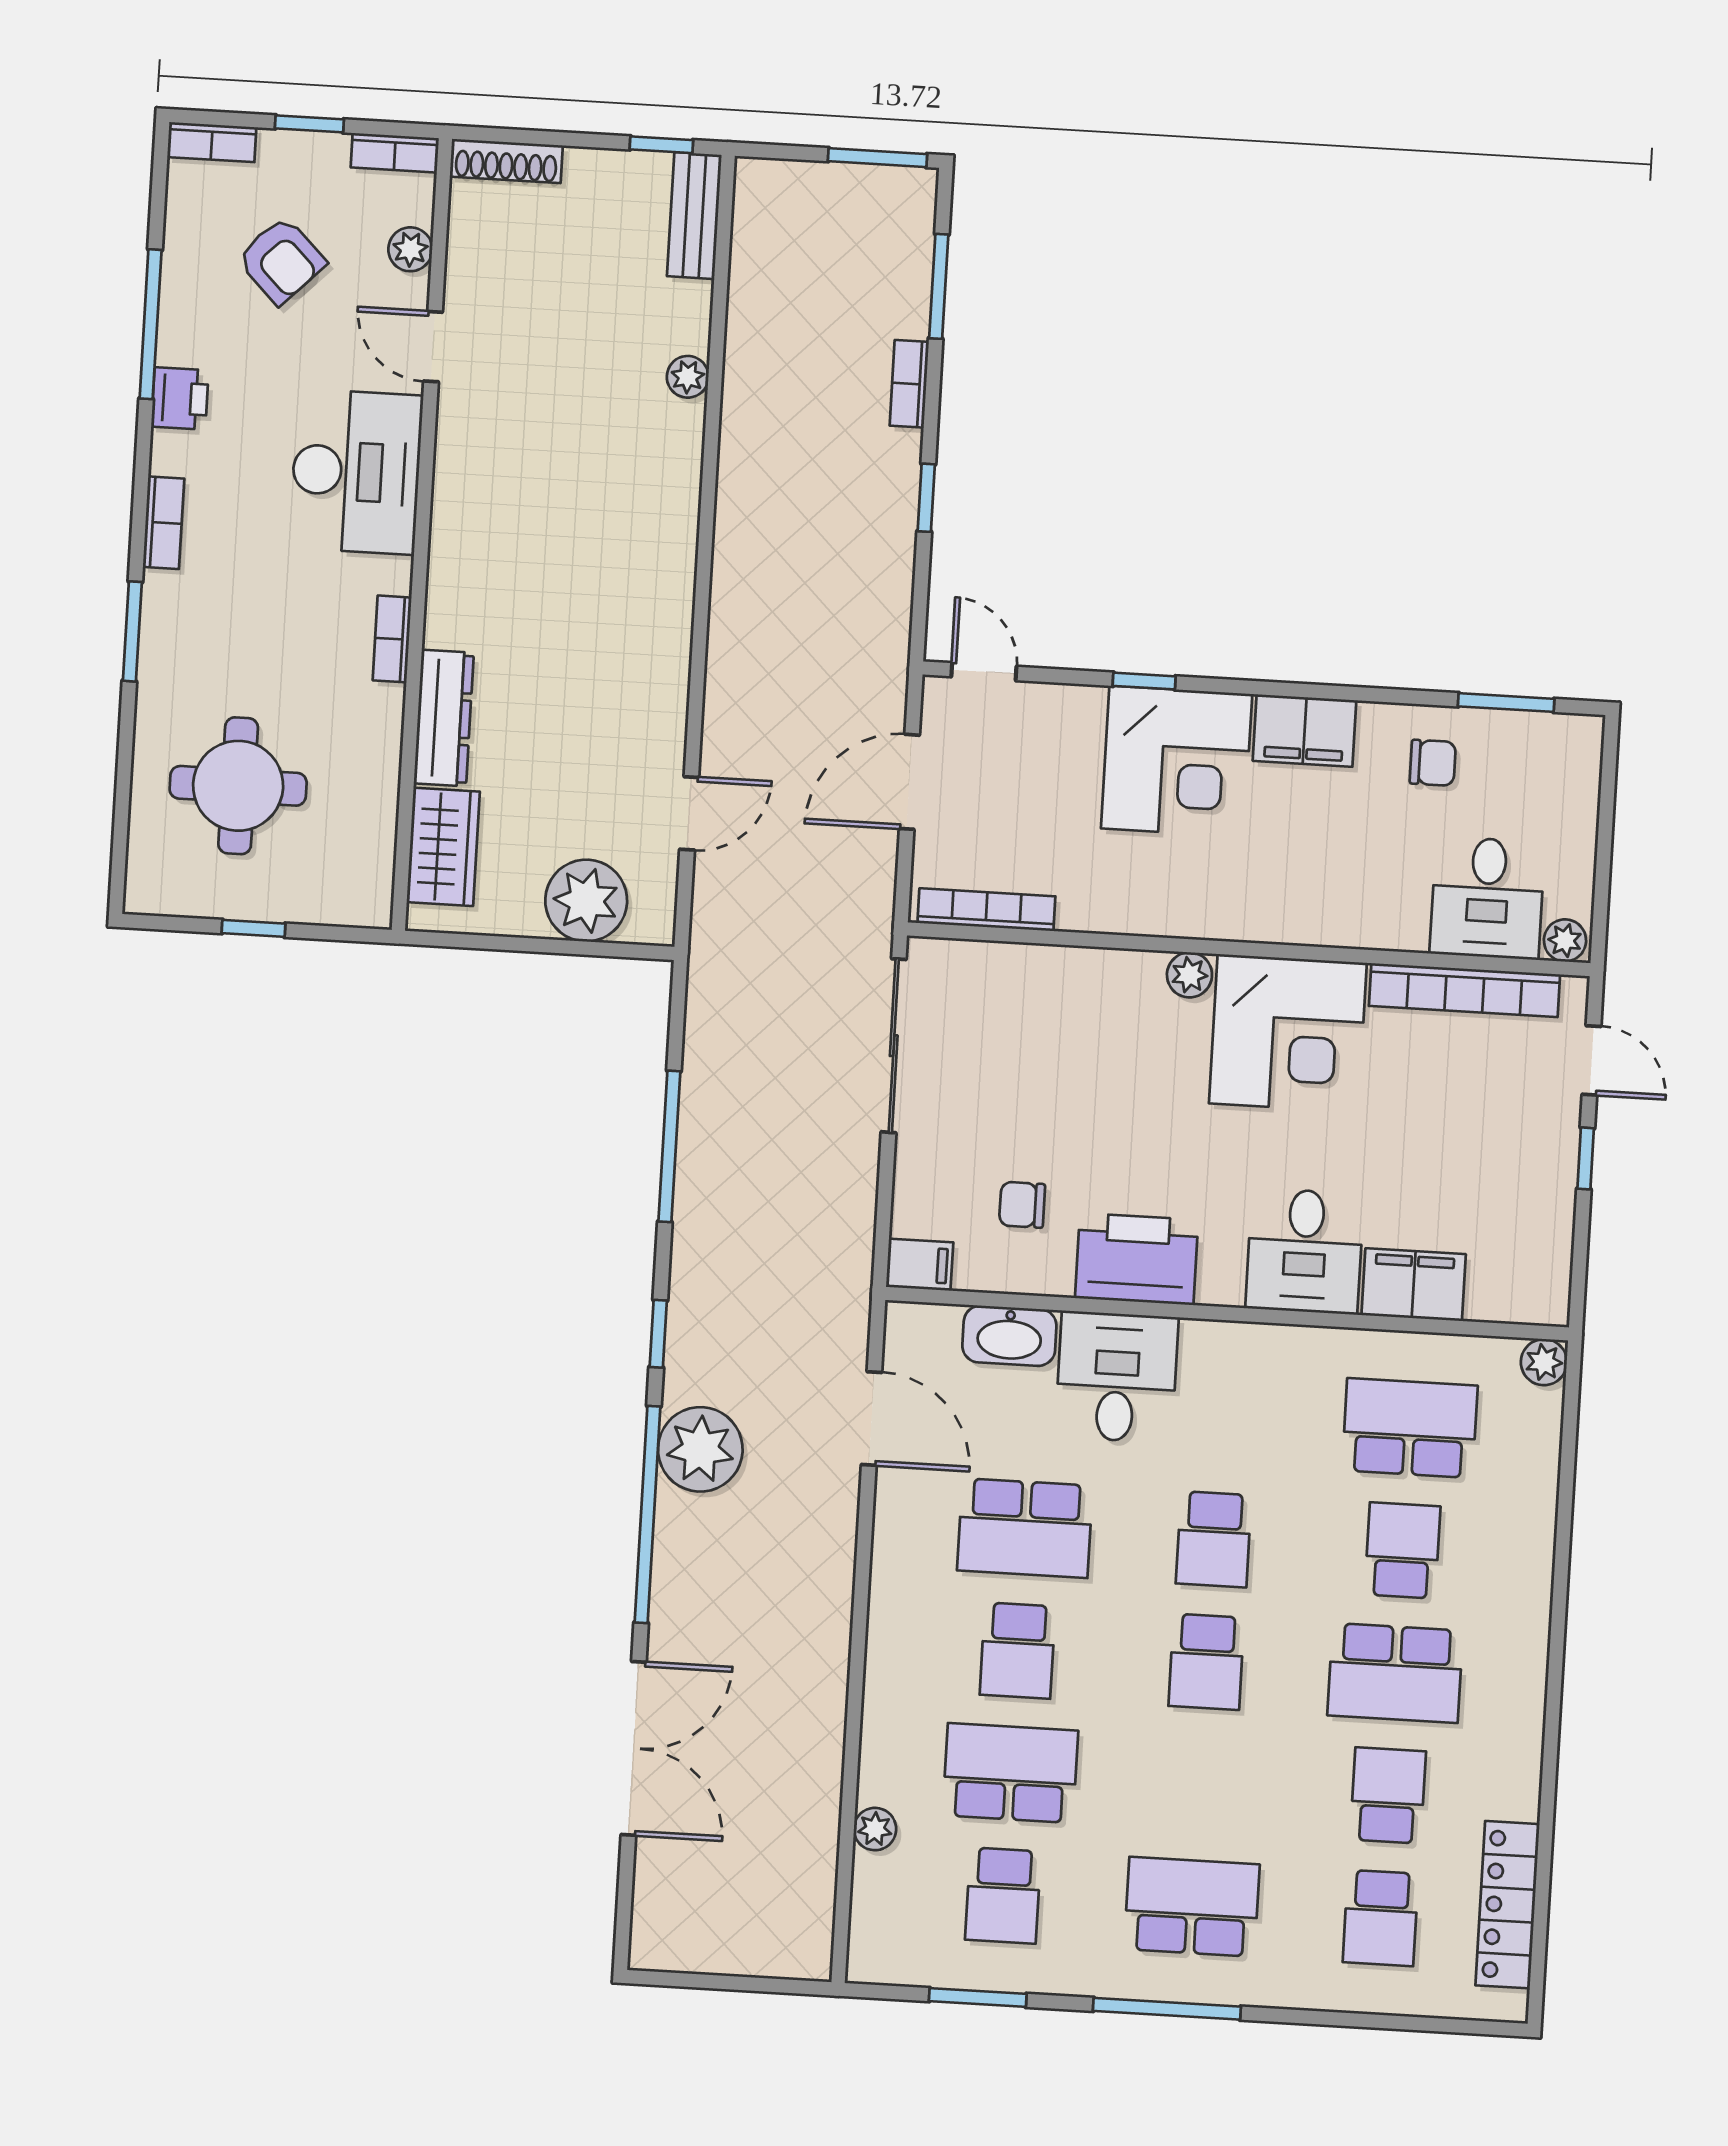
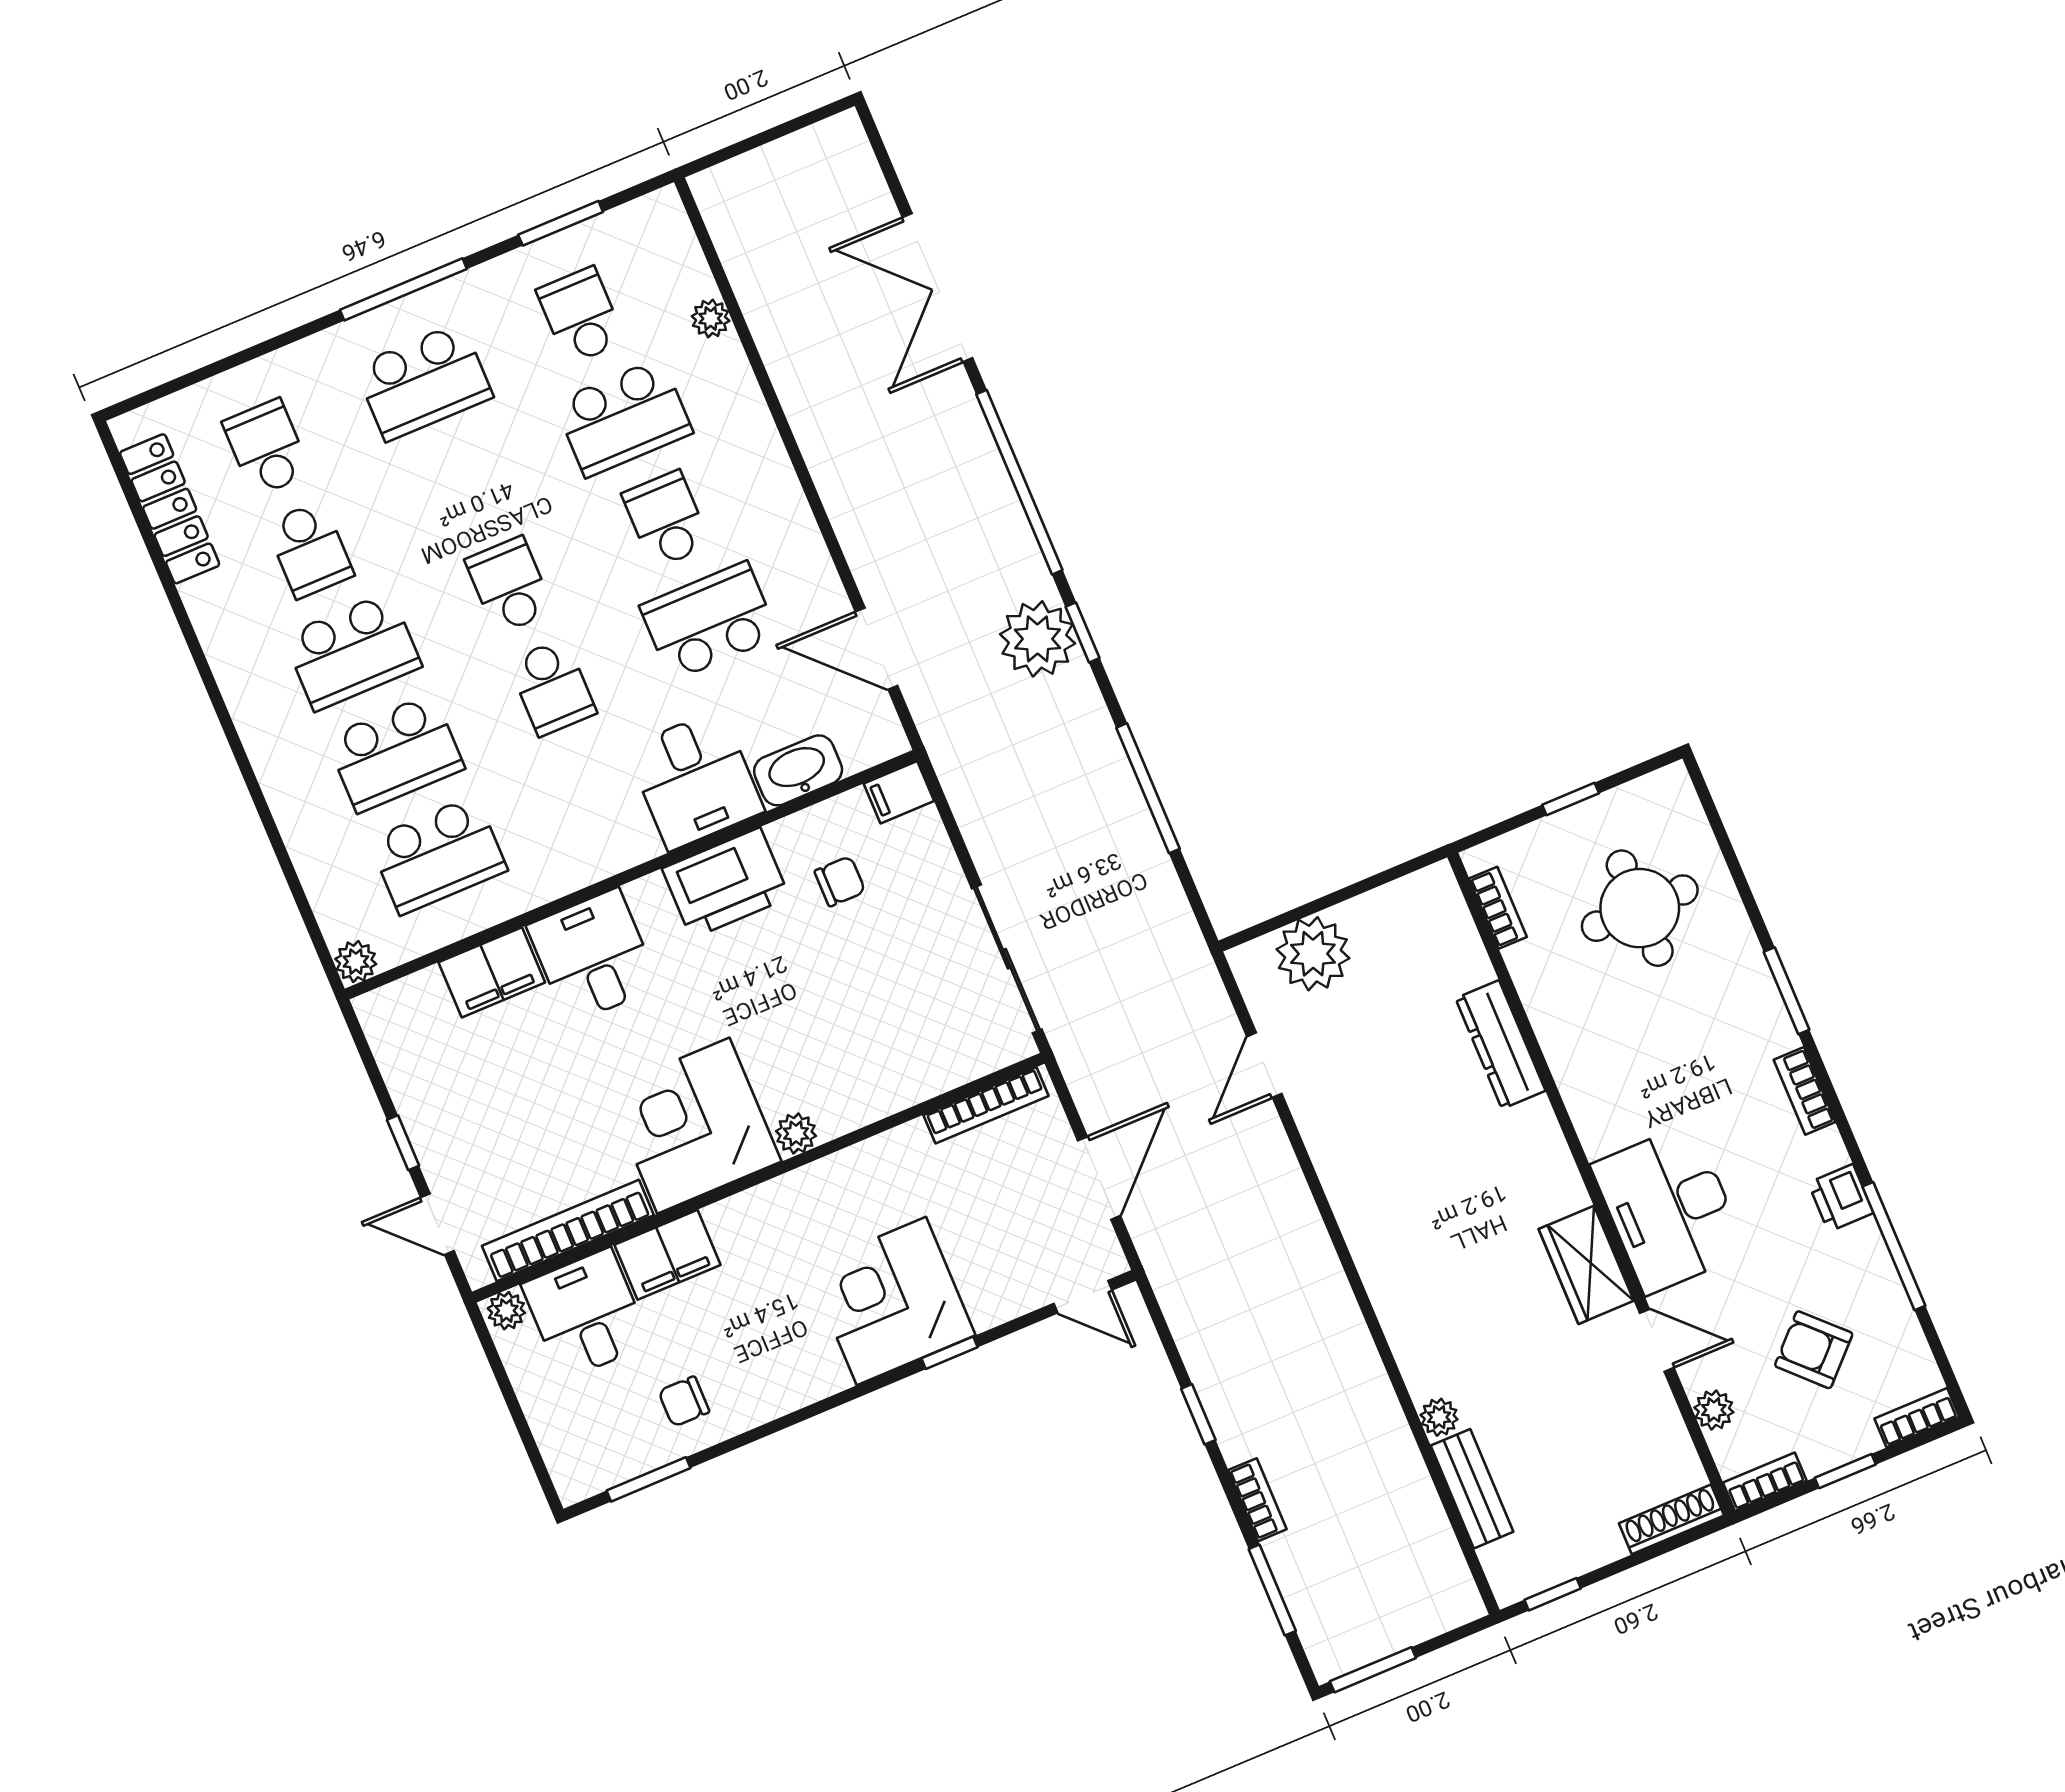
bench: (694, 216) -> (1472, 1489), moved
bookcase: (392, 639) -> (1498, 908), moved
filing cabinet: (1305, 731) -> (668, 1255), moved, turned 180
wardrobe: (443, 847) -> (1586, 1265), moved
plant: (700, 1449) -> (1038, 639), moved
school desk: (1214, 1539) -> (552, 687), turned 180
school desk: (1402, 1551) -> (395, 753), width x1.85
school desk: (1395, 1673) -> (352, 651), turned 180

